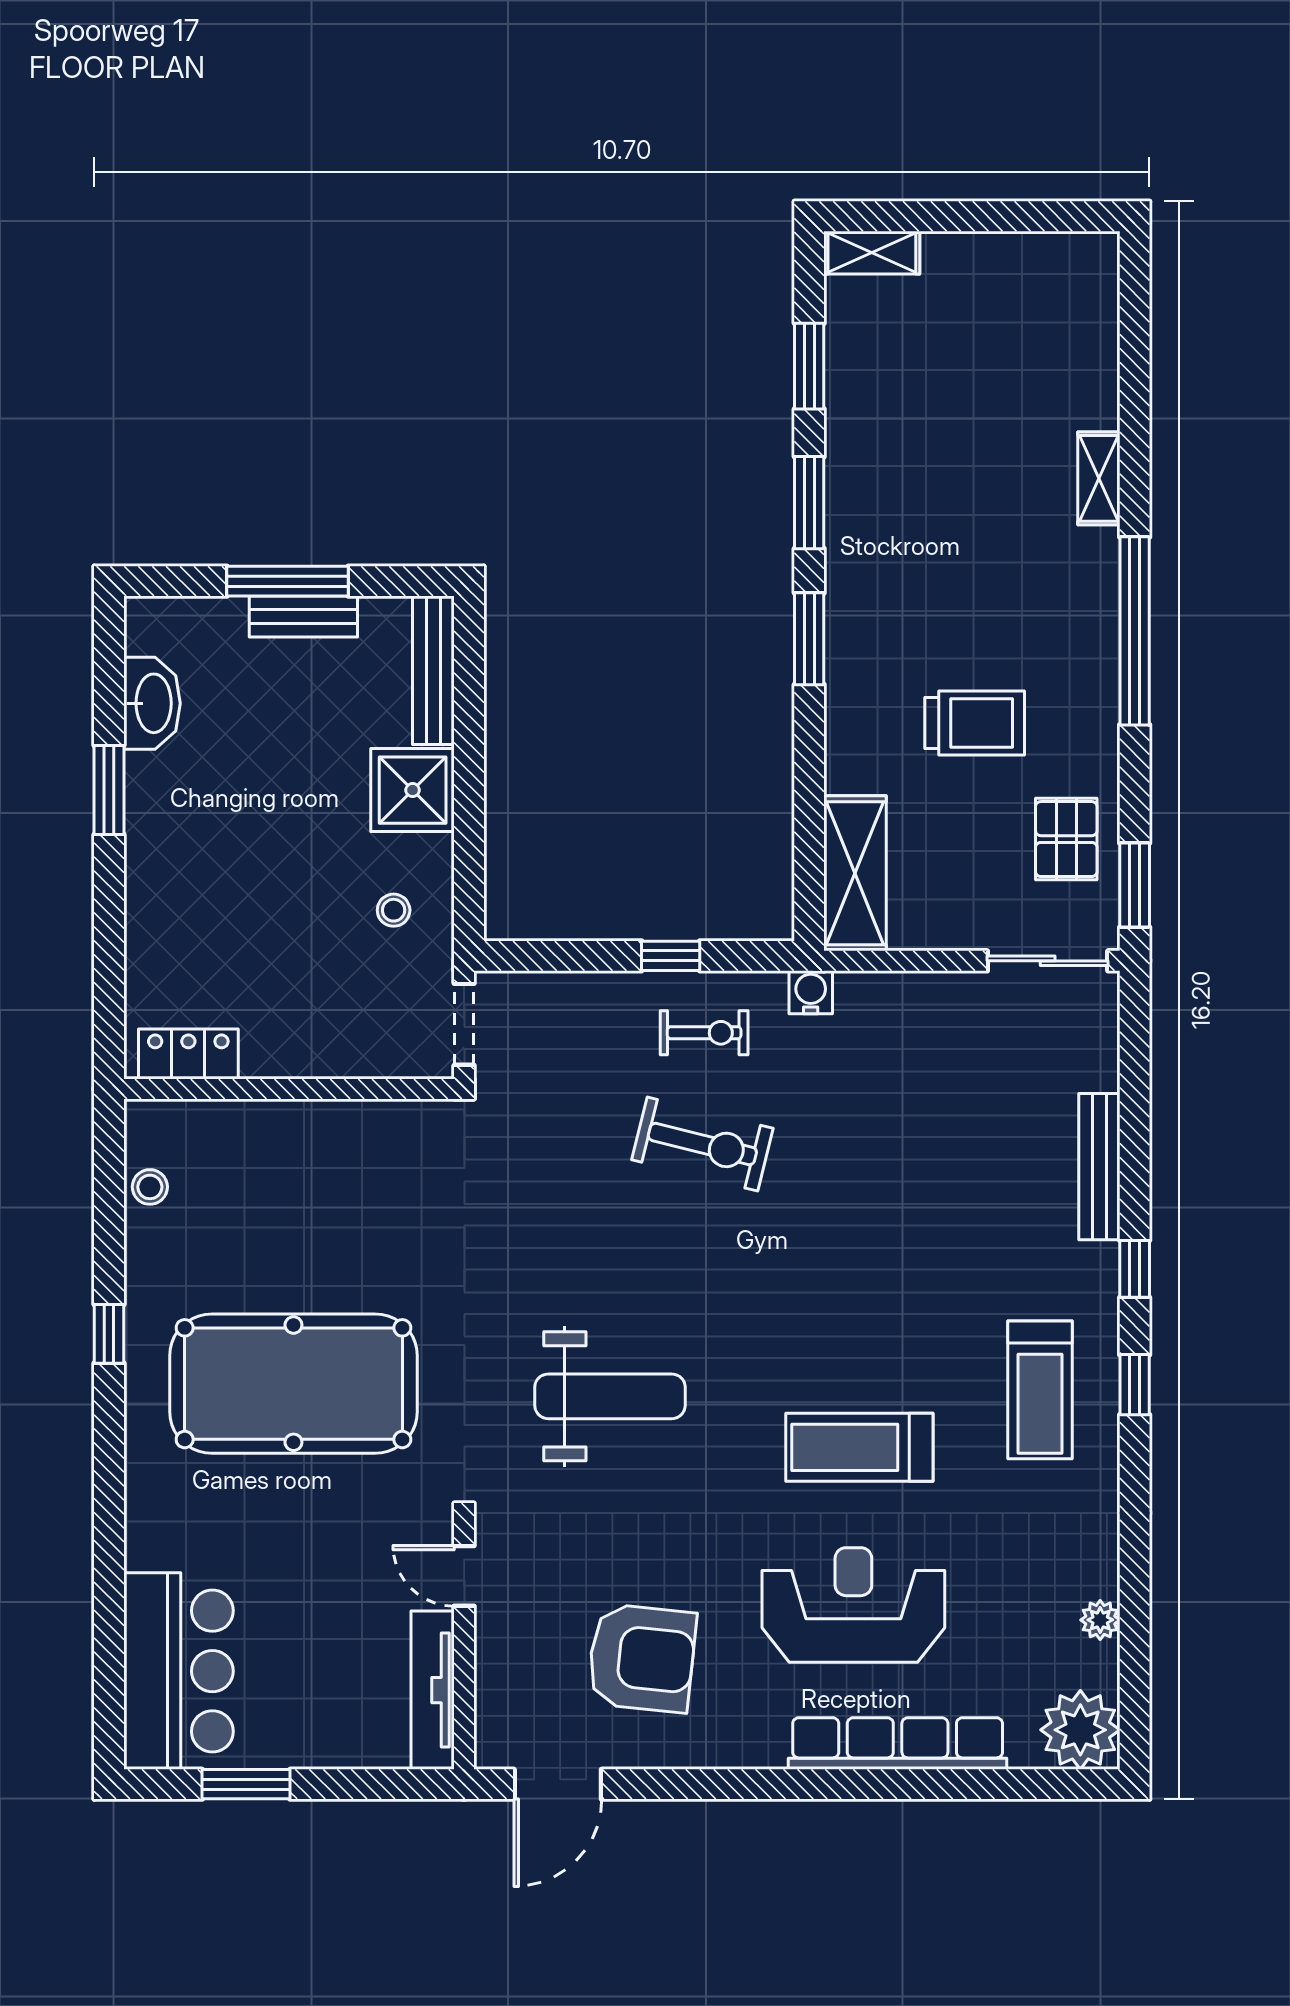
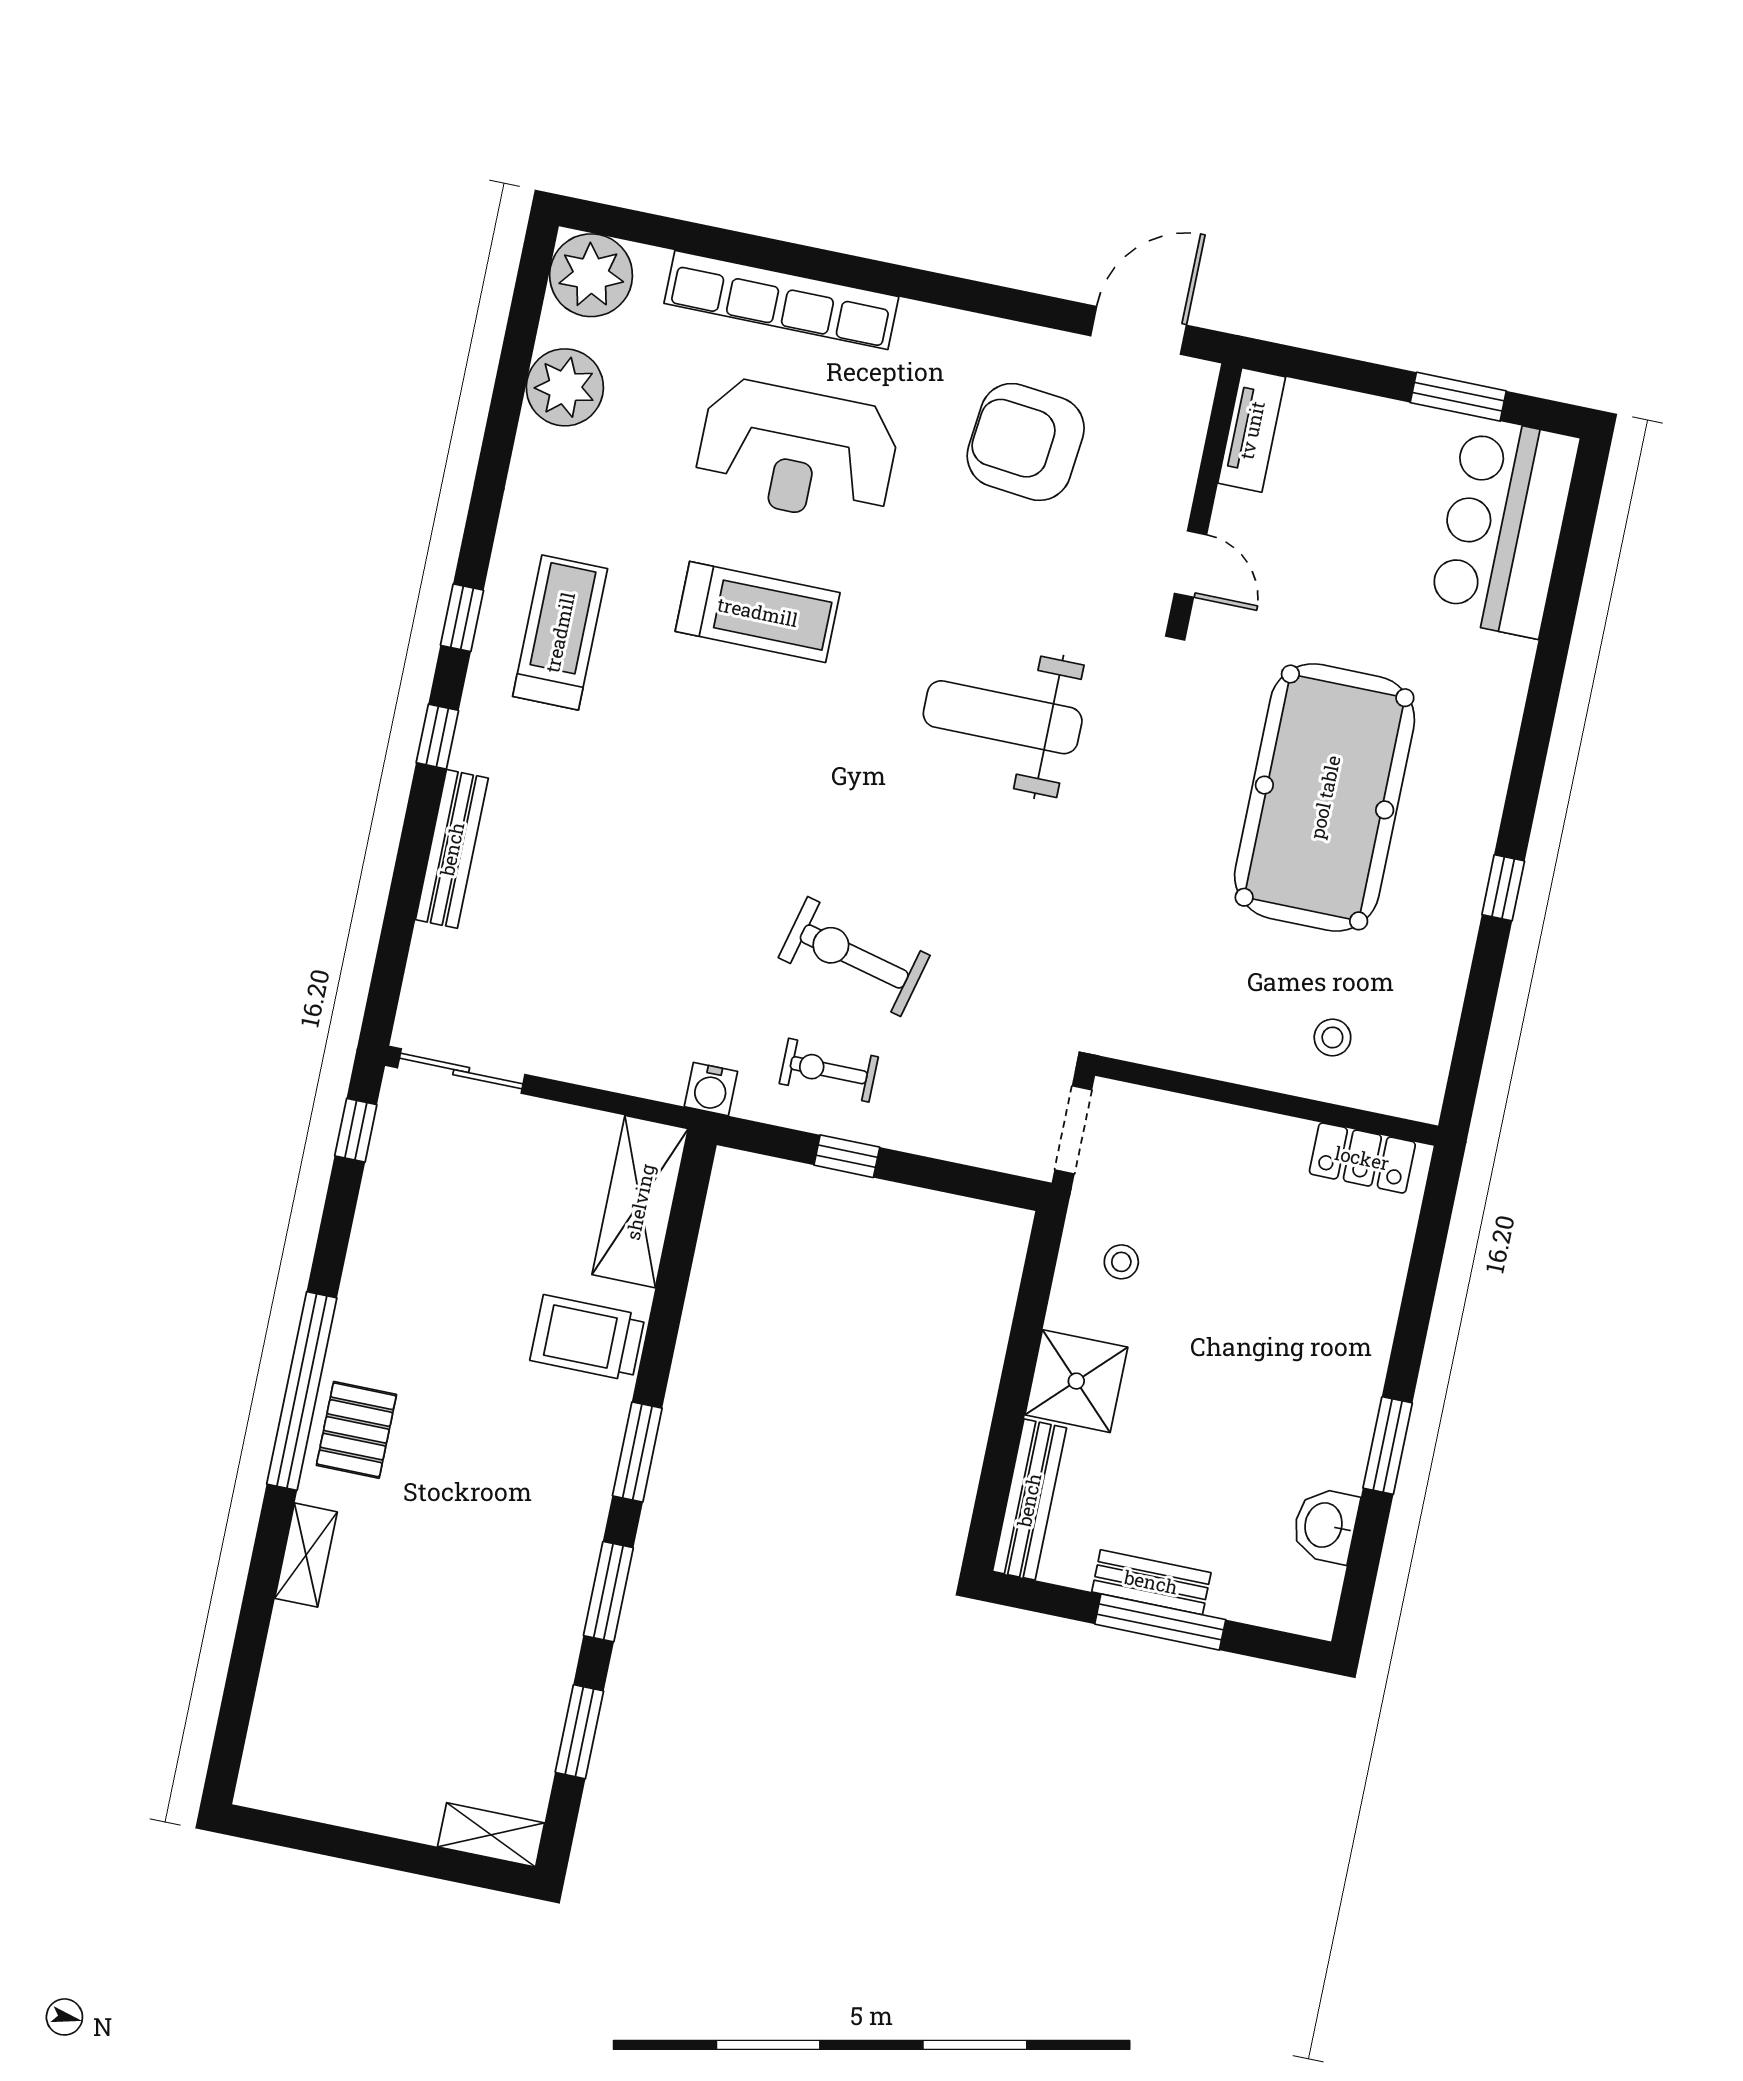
washbasin: (152, 703) -> (1325, 1525), width x0.72
trolley: (975, 723) -> (588, 1338), moved
pallet: (1066, 839) -> (356, 1430), moved
window: (1135, 885) -> (356, 1130), width x0.67
stool: (150, 1187) -> (1332, 1037), moved
pool table: (293, 1384) -> (1325, 797), turned 90
plant: (1100, 1620) -> (565, 387), width x1.87, depth x1.87
tv unit: (433, 1690) -> (1252, 430), width x0.71

